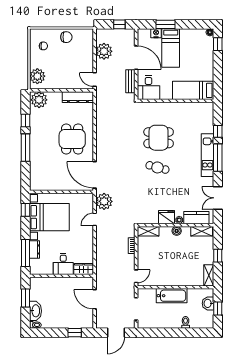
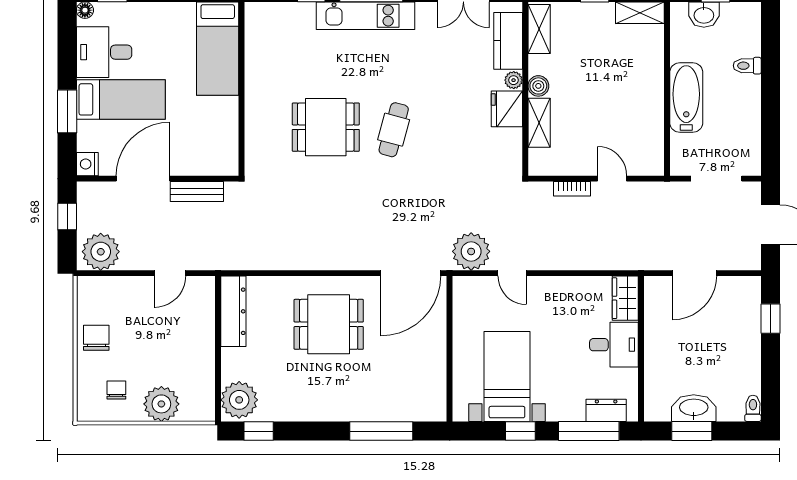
nightstand: (156, 33) -> (87, 164), moved
plant: (104, 51) -> (101, 252), moved
plant: (37, 76) -> (161, 404), moved
door: (95, 80) -> (170, 273), moved
desk: (148, 87) -> (104, 52), moved, turned 180
window: (25, 121) -> (259, 431), moved
dining table: (159, 138) -> (326, 127), turned 90
window: (25, 148) -> (381, 431), moved
window: (25, 210) -> (520, 431), moved
bed with nightstands: (49, 217) -> (507, 376), width x0.73
shelving: (148, 231) -> (539, 123), moved
dresser: (35, 249) -> (606, 410), moved
door: (136, 276) -> (612, 179), moved
washbasin: (35, 311) -> (694, 408), moved

